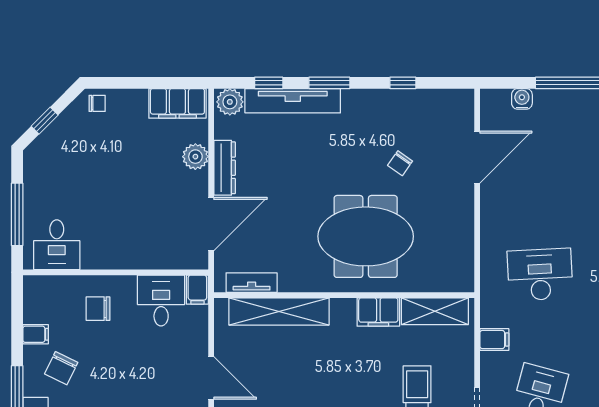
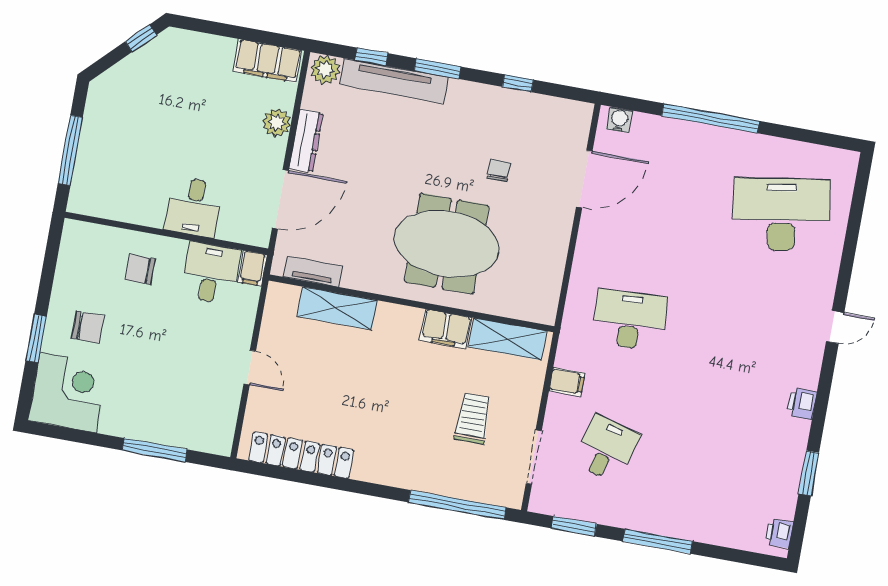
water cooler: (522, 99) -> (619, 120), moved
chair: (97, 103) -> (180, 45), removed
window: (45, 121) -> (141, 38), moved
chair: (400, 163) -> (499, 171), turned 145
desk: (57, 245) -> (194, 207), moved
shelving: (279, 311) -> (337, 308), width x0.68
filing cabinet: (36, 334) -> (67, 285), removed
chair: (61, 368) -> (88, 327), turned -116
door: (211, 378) -> (250, 368), width x0.73

